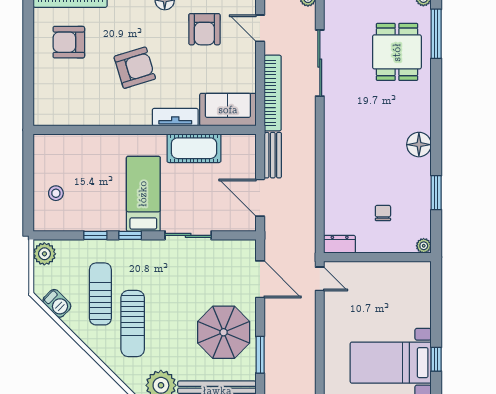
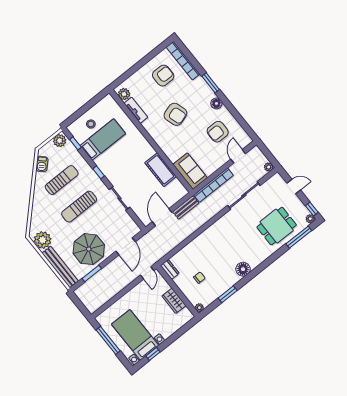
armchair: (69, 42) -> (163, 76), turned 90
plant: (51, 115) -> (124, 94), added
tv unit: (175, 117) -> (136, 110), moved
bed: (143, 194) -> (103, 140), moved
window: (95, 235) -> (75, 143), moved
wardrobe: (387, 273) -> (174, 301), added
sun lounger: (133, 324) -> (79, 207), moved

